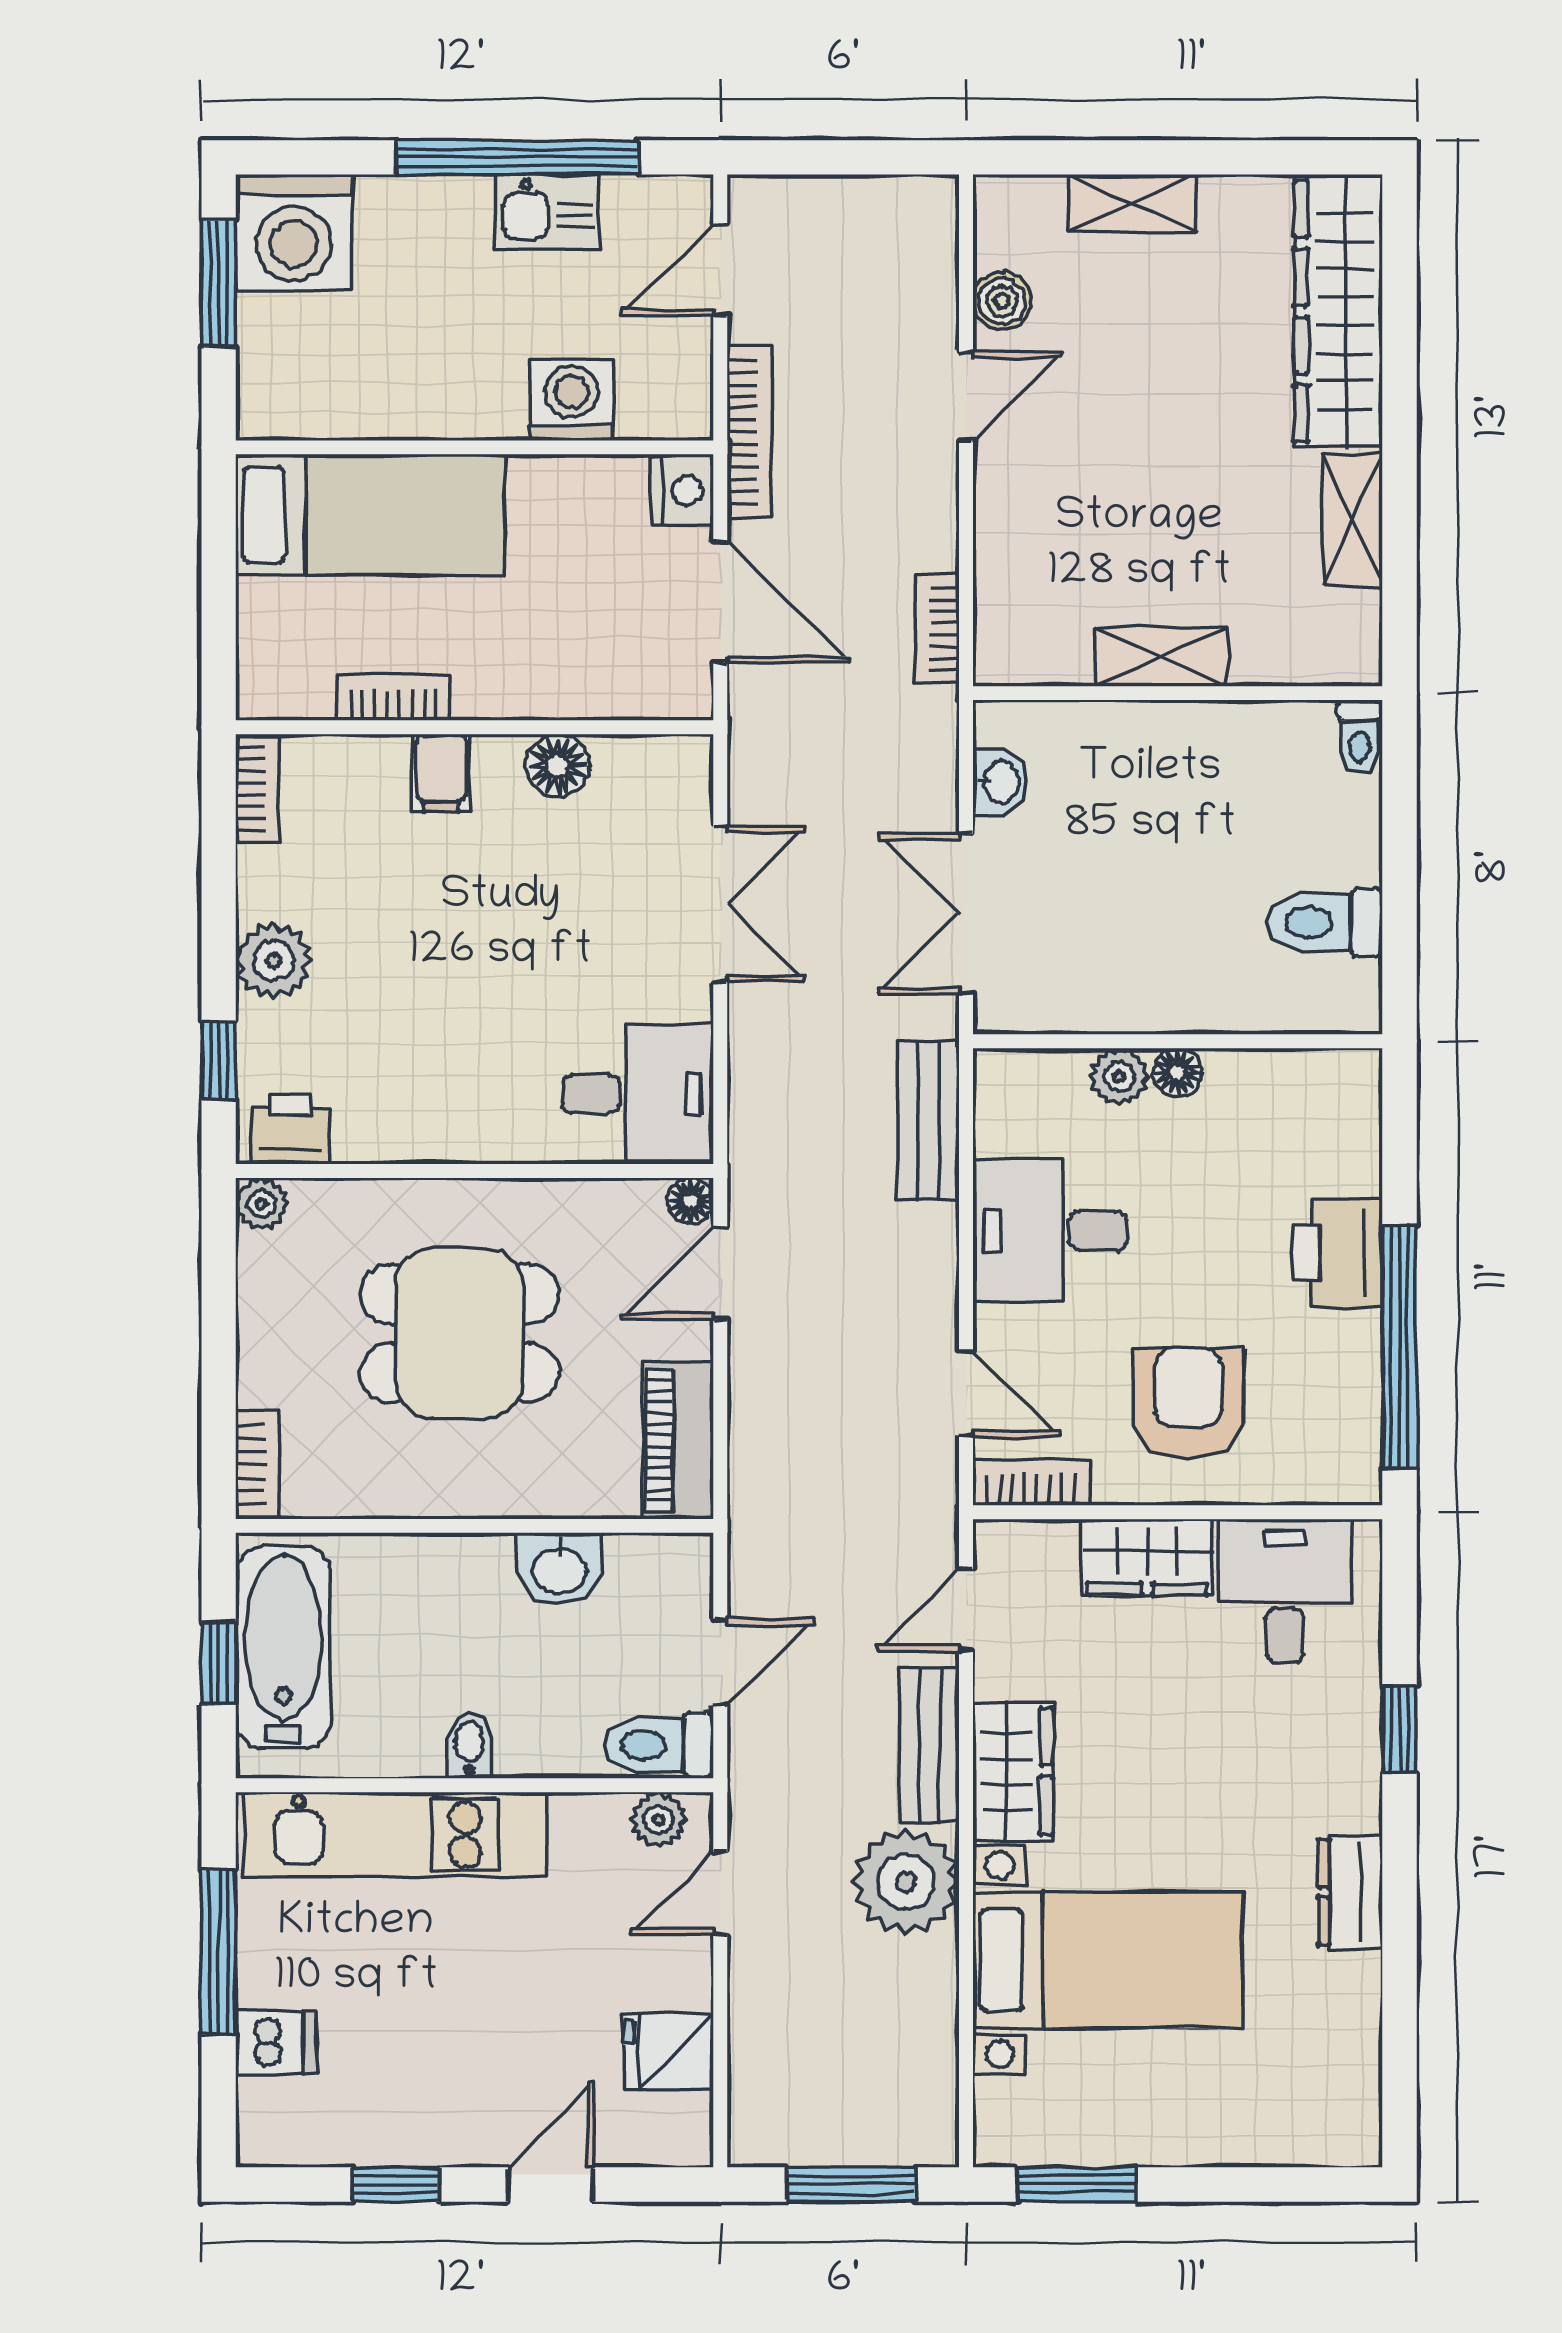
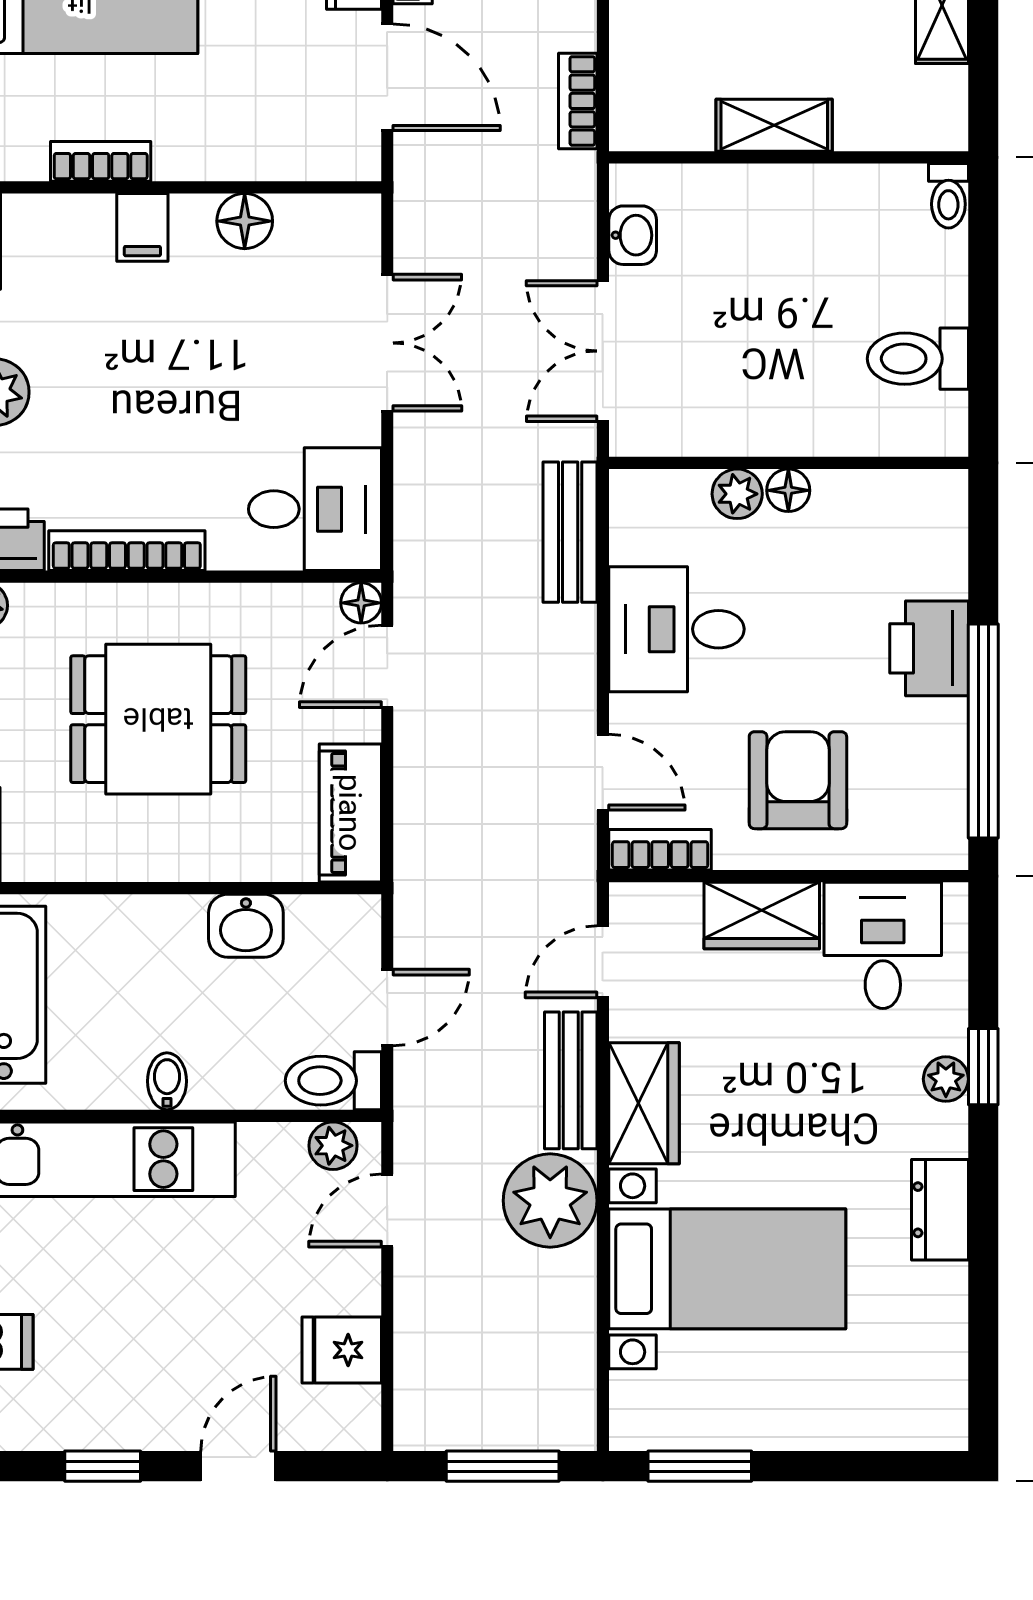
bookcase: (424, 1141) -> (127, 551), added
plant: (1357, 1743) -> (946, 1079), added

